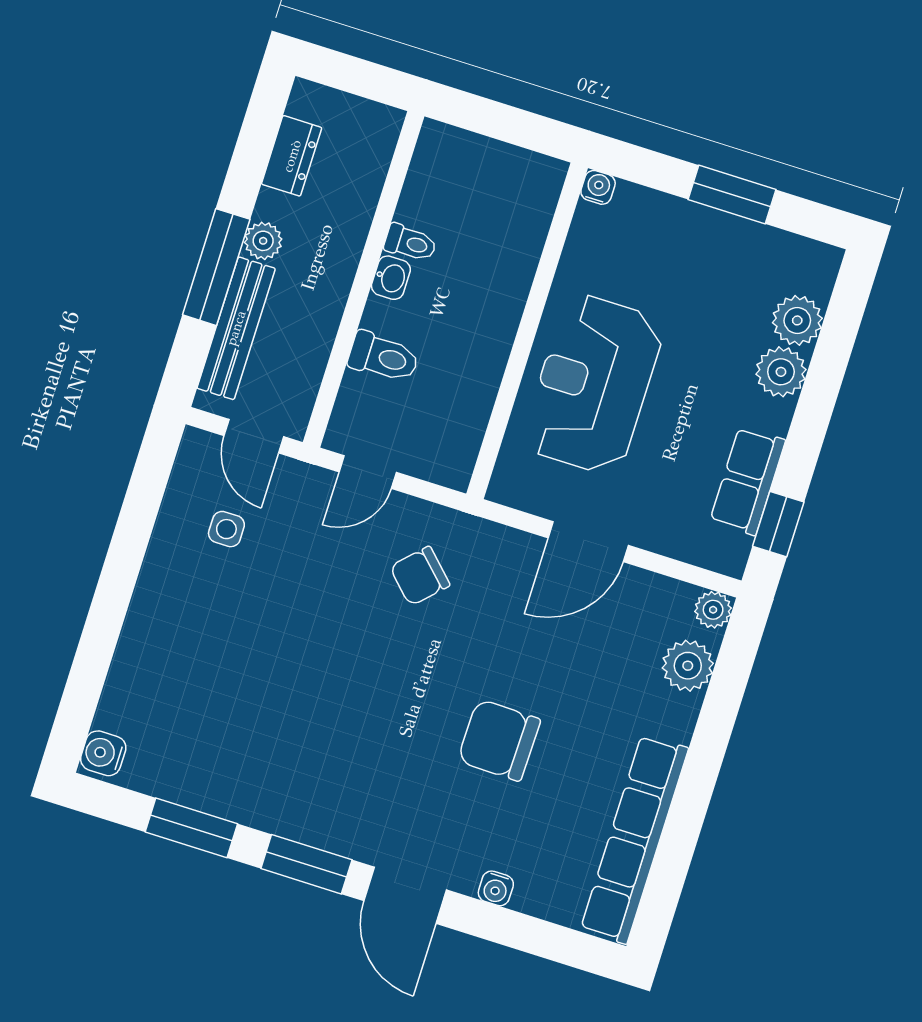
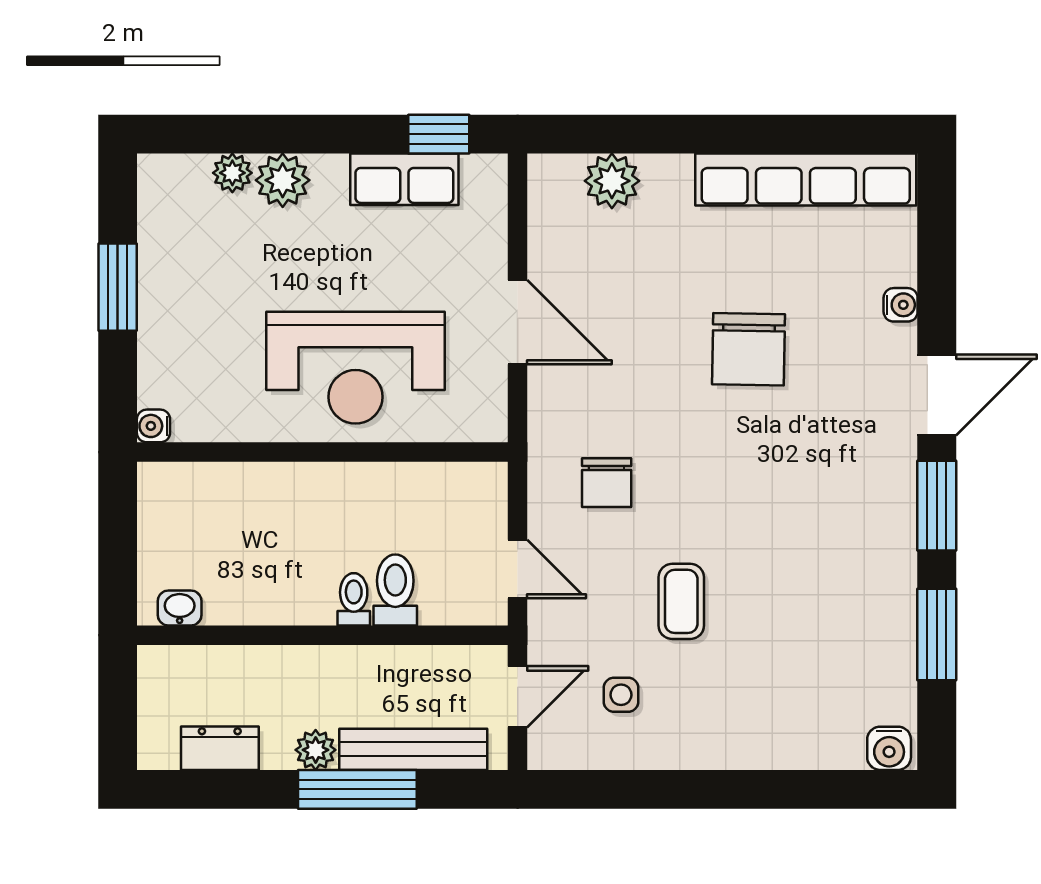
toilet: (410, 243) -> (354, 599), moved
washbasin: (391, 278) -> (180, 608), moved
plant: (797, 320) -> (232, 173), width x0.73, depth x0.73
chair: (420, 576) -> (607, 483), turned 45
coffee table: (293, 609) -> (681, 601), added
plant: (713, 610) -> (547, 173), removed

